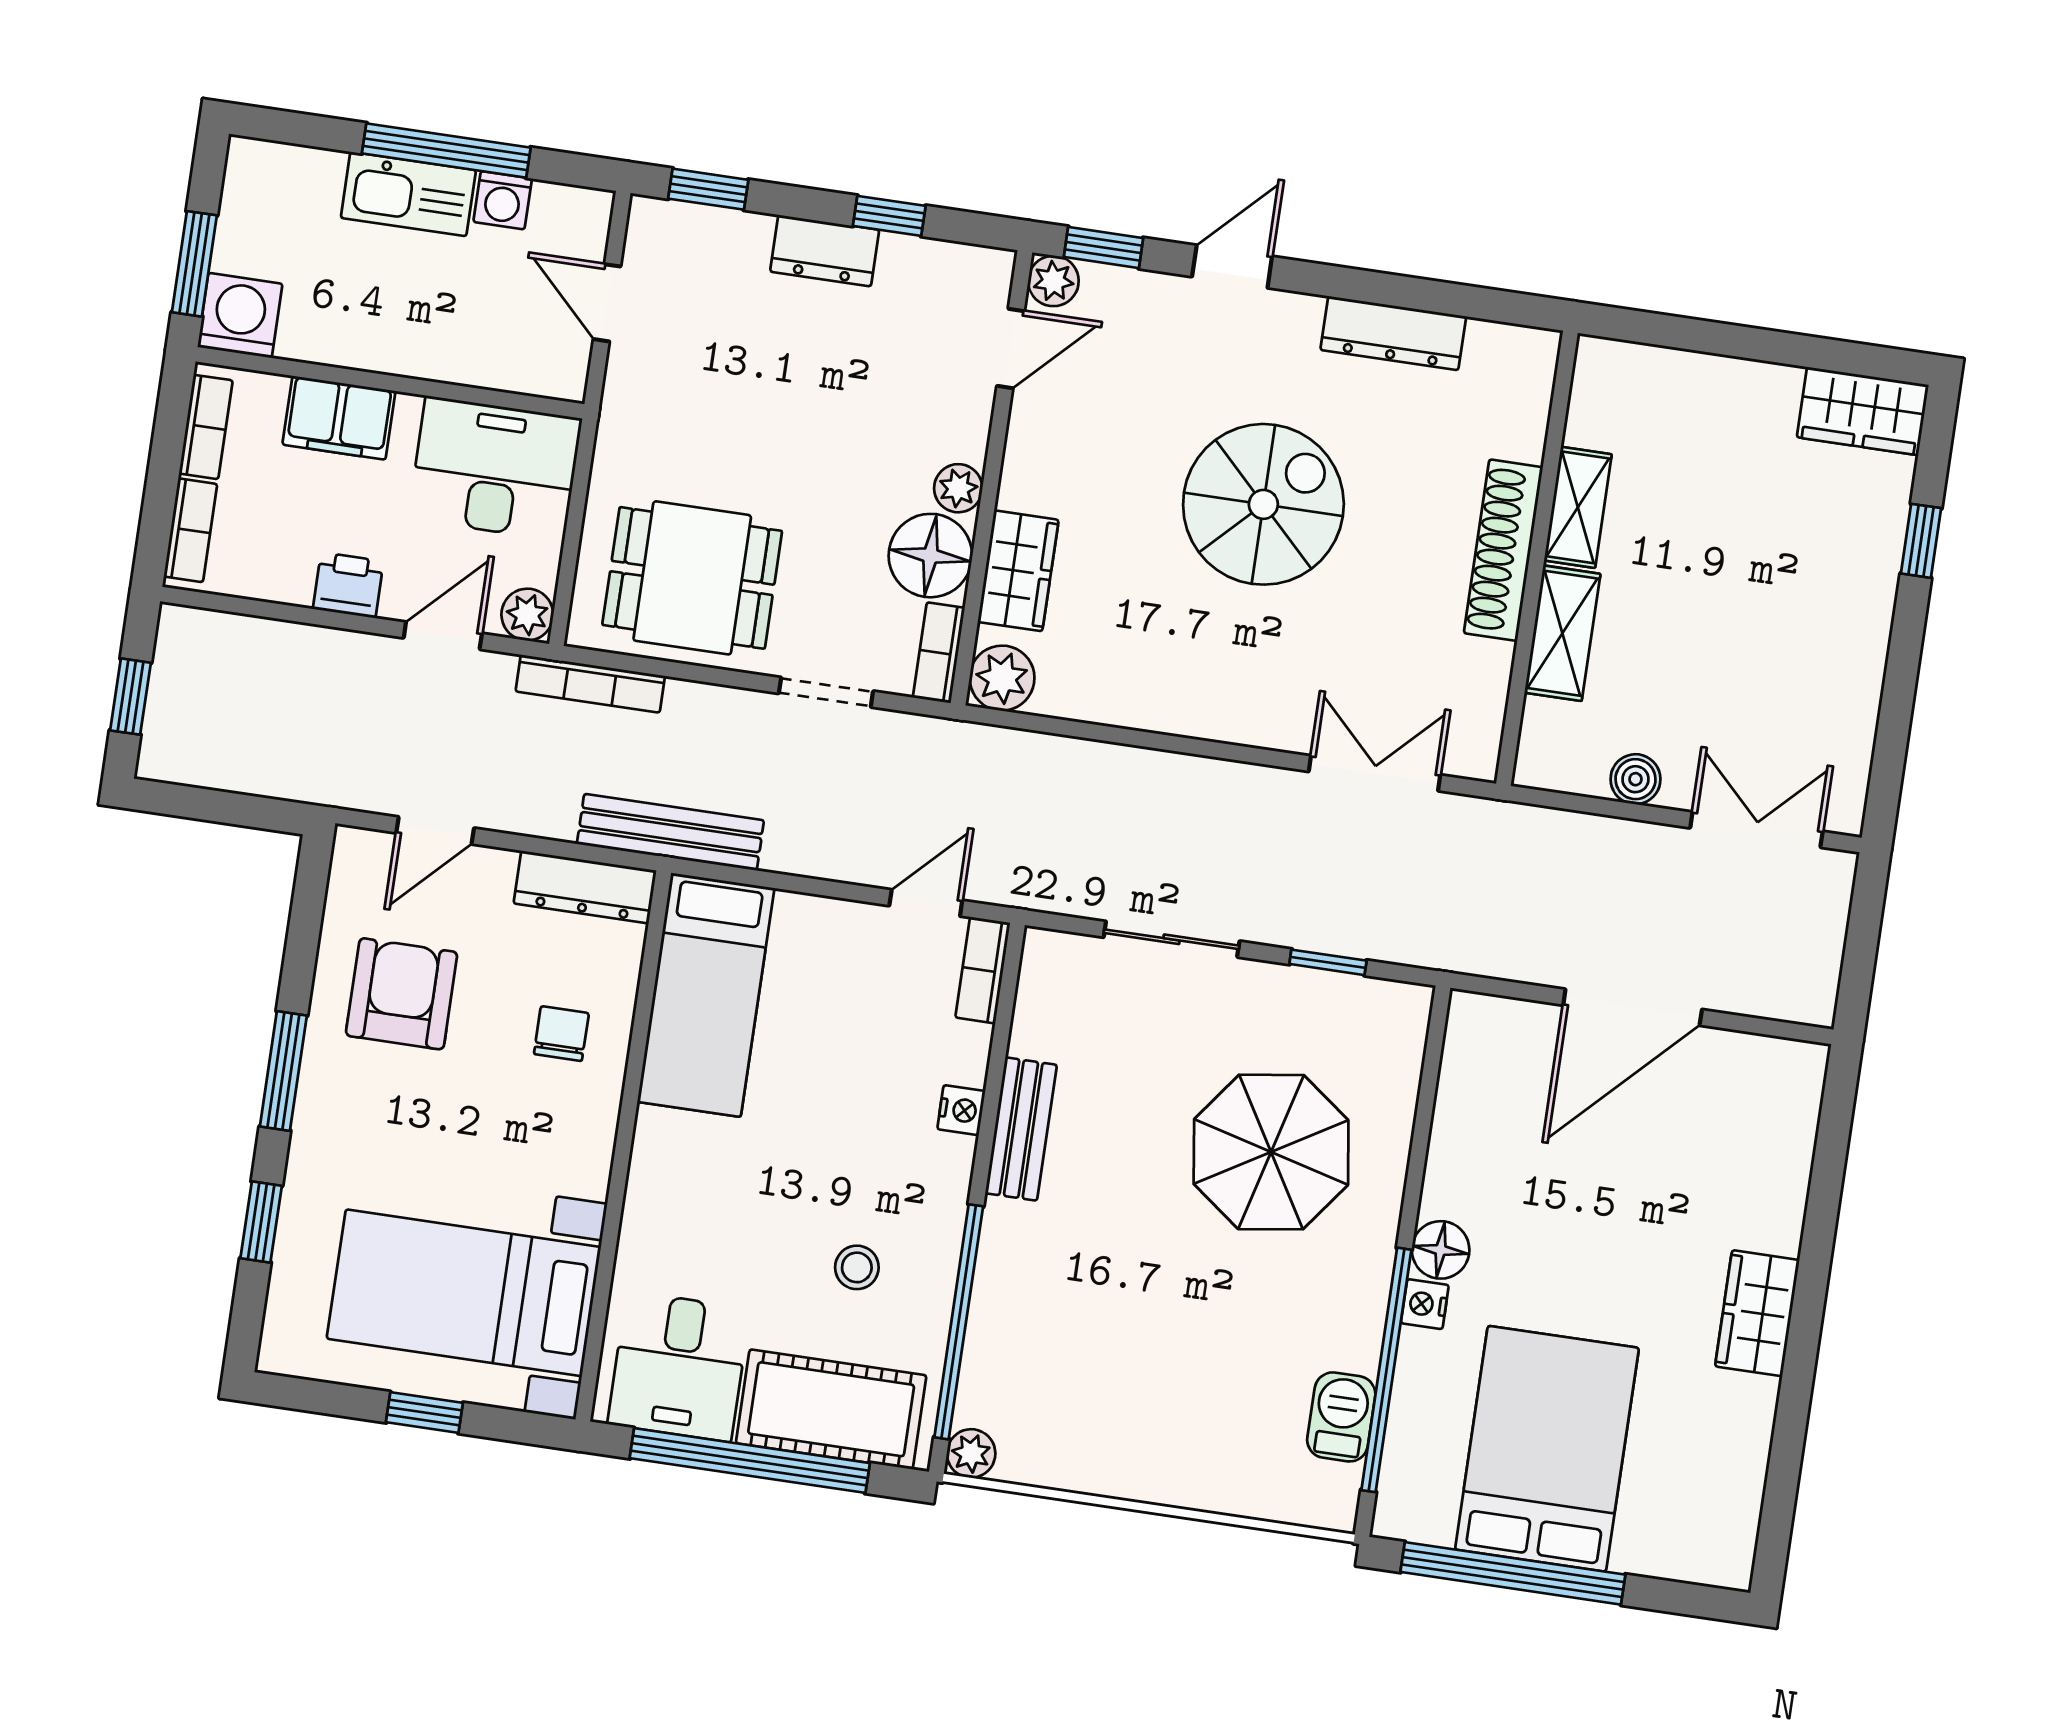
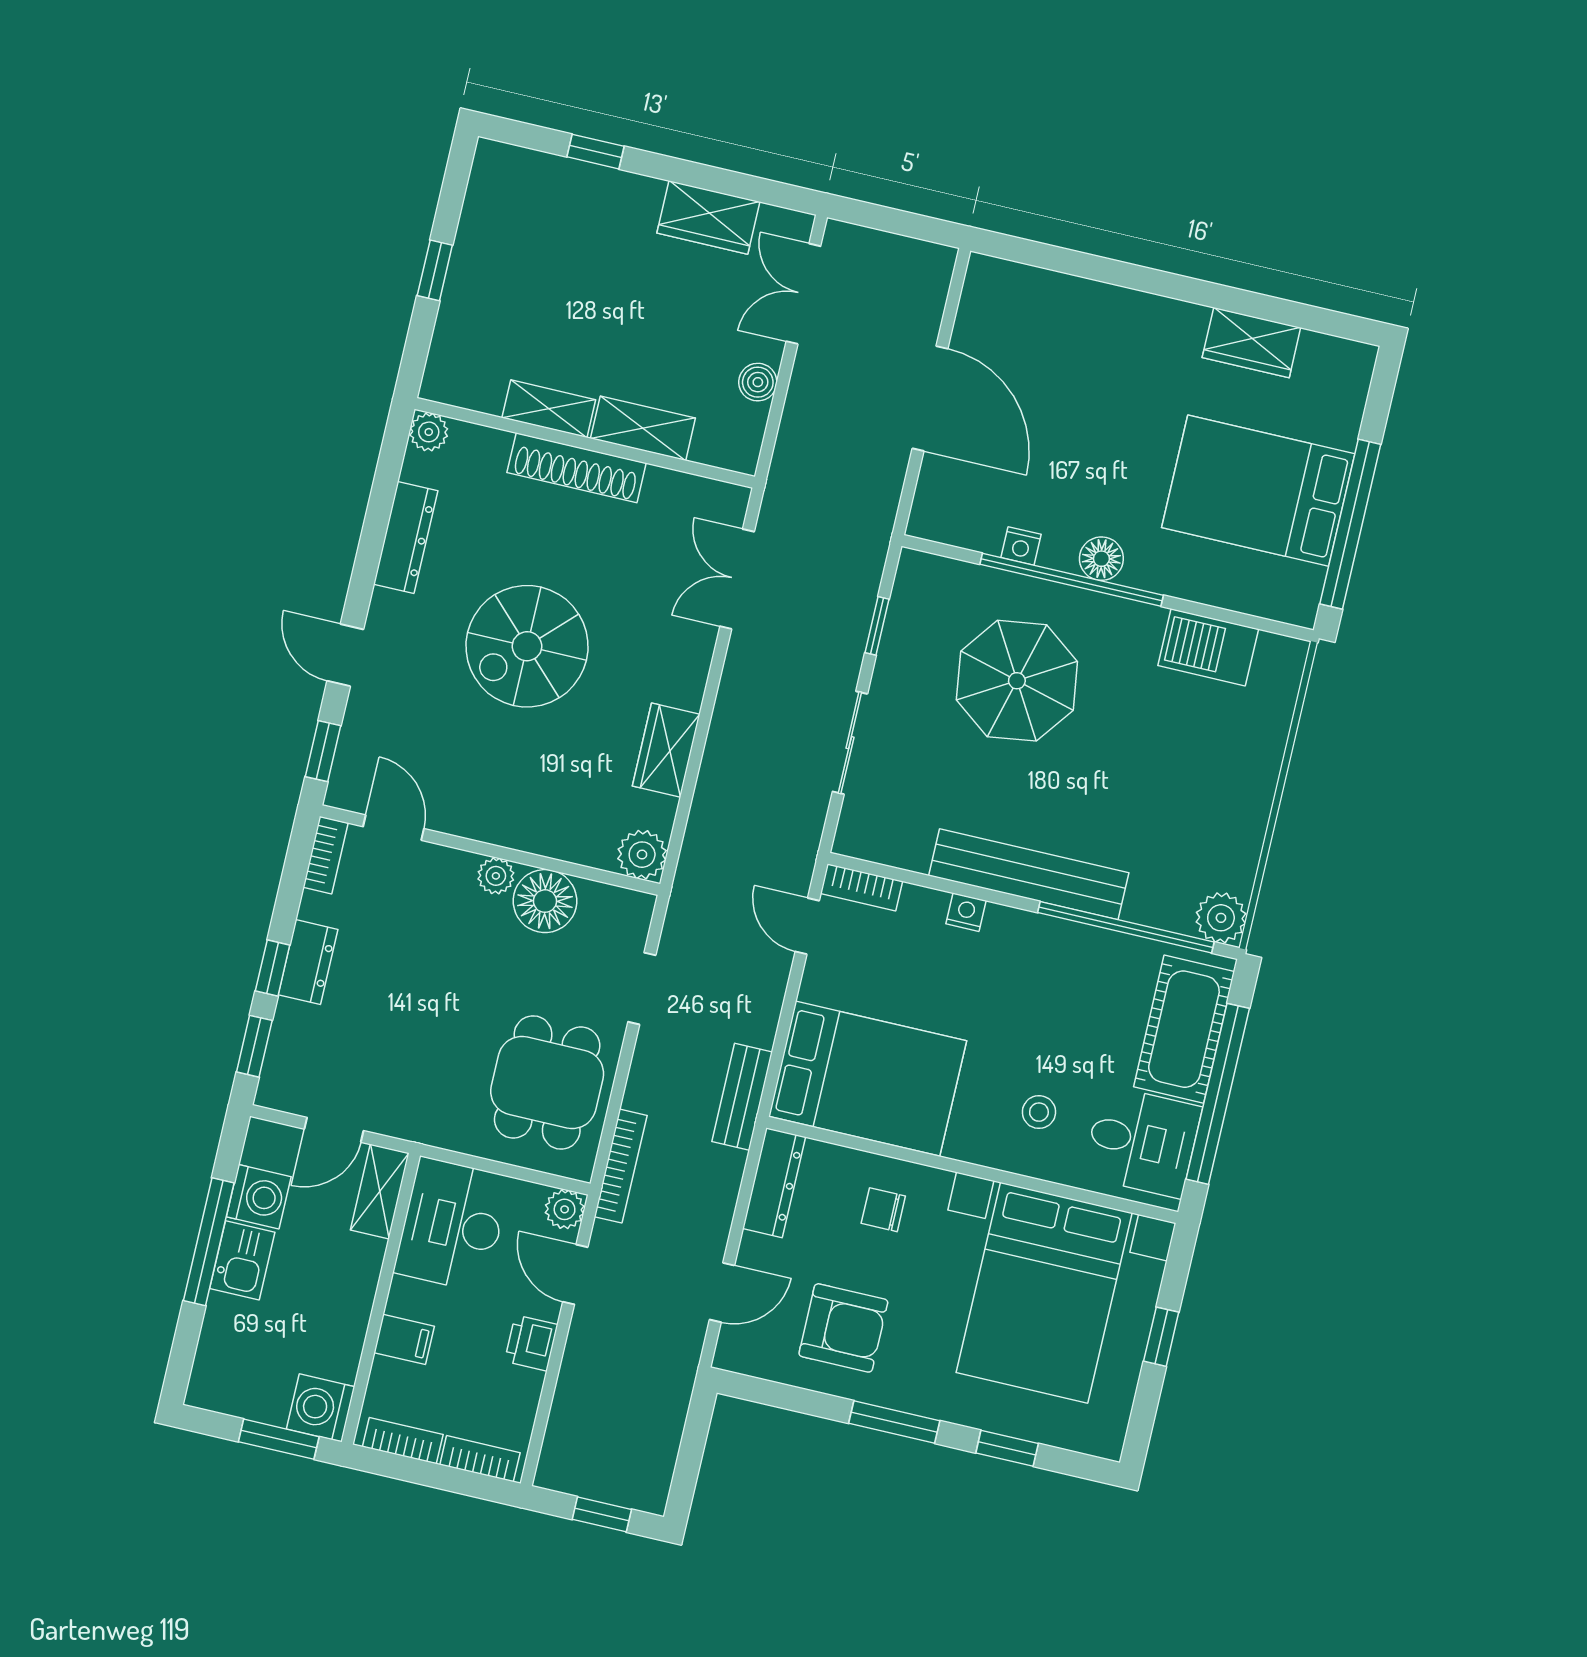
kitchen sink: (408, 194) -> (242, 1260), width x0.73
washing machine: (503, 200) -> (259, 1197), width x1.38, depth x1.38
window: (889, 216) -> (273, 968), moved
plant: (1053, 281) -> (429, 432), moved
window: (1748, 343) -> (435, 270), added
shelving: (531, 370) -> (380, 1192), added
wardrobe: (1863, 411) -> (708, 217), moved, turned 90
filing cabinet: (339, 418) -> (404, 1339), width x0.50
spiral stairs: (1263, 504) -> (527, 646), turned -90
wardrobe: (1018, 571) -> (666, 750), moved, turned -90
bookcase: (939, 653) -> (326, 855), moved, turned -90
door: (435, 830) -> (722, 1292), hinge flipped
bench: (670, 832) -> (742, 1097), width x0.73
armchair: (402, 994) -> (843, 1328), turned 180
bed: (706, 995) -> (868, 1079), width x1.50
bench: (1021, 1129) -> (1029, 874), width x1.86, depth x1.21
stool: (857, 1267) -> (1039, 1112), moved
bed with nightstands: (464, 1293) -> (1044, 1293), width x1.36
nightstand: (1425, 1304) -> (1021, 546), moved
wardrobe: (1757, 1313) -> (1251, 343), moved
window: (1386, 1370) -> (1072, 580), moved
barbecue: (1341, 1417) -> (1208, 647), width x1.38, depth x1.27
plant: (971, 1453) -> (1221, 918), width x1.38, depth x1.38

